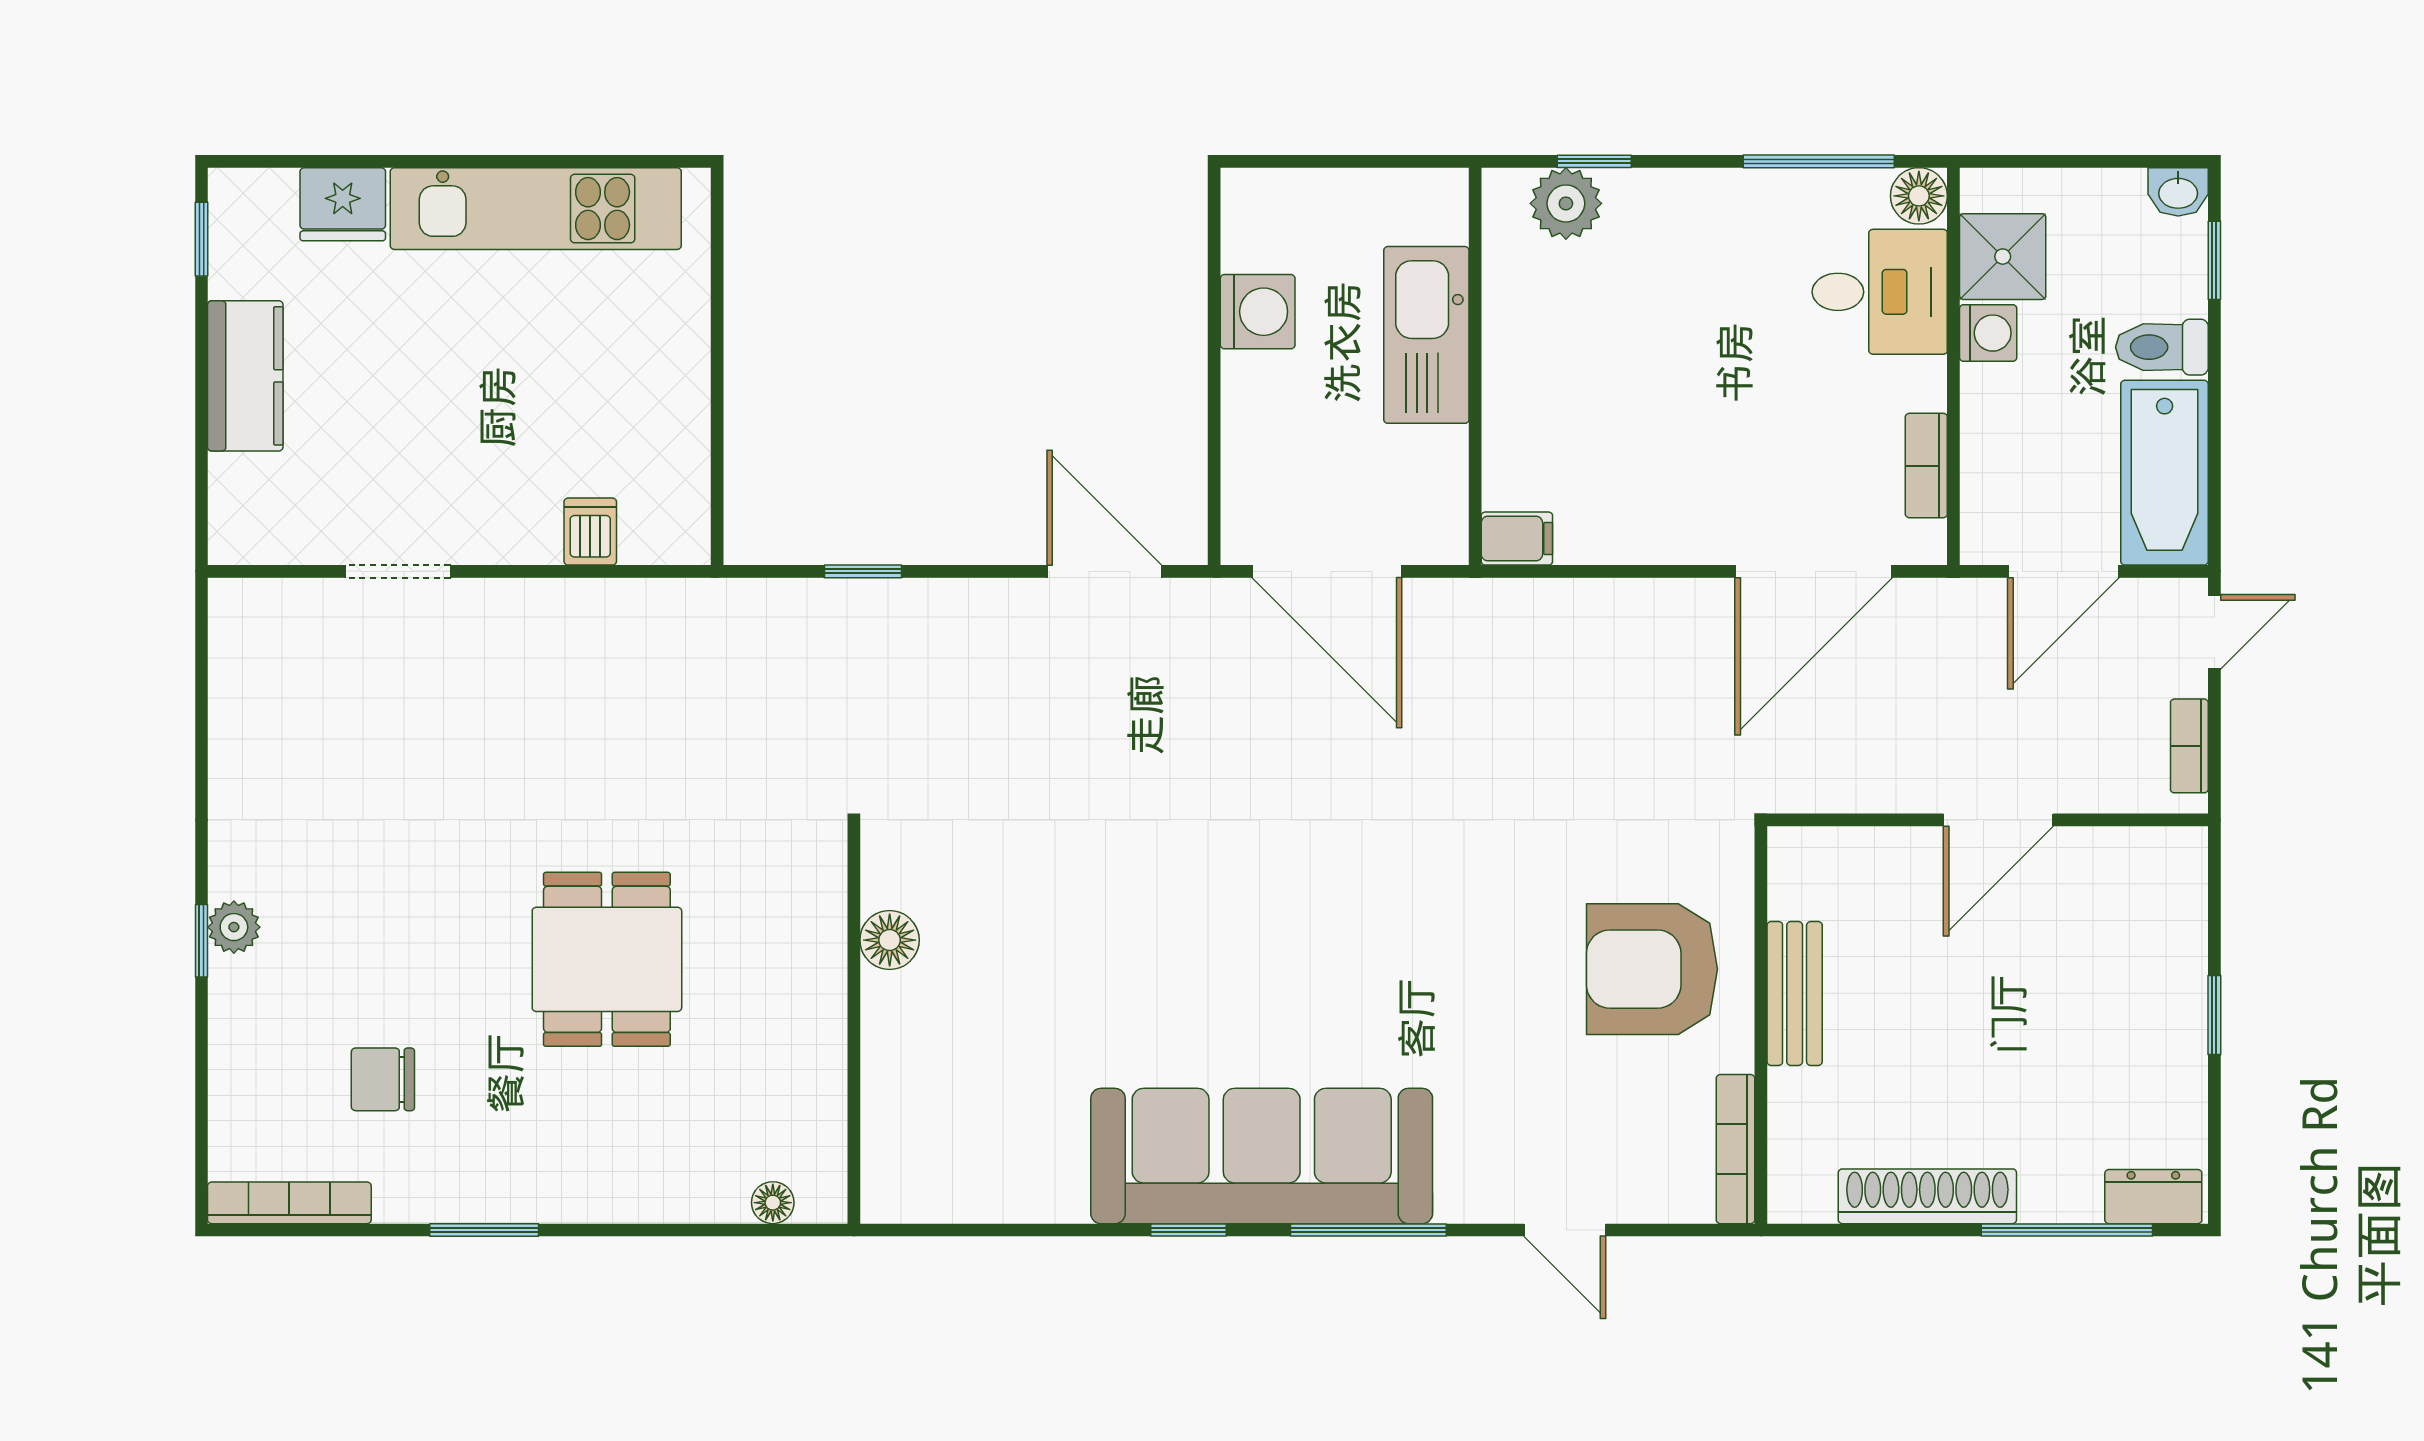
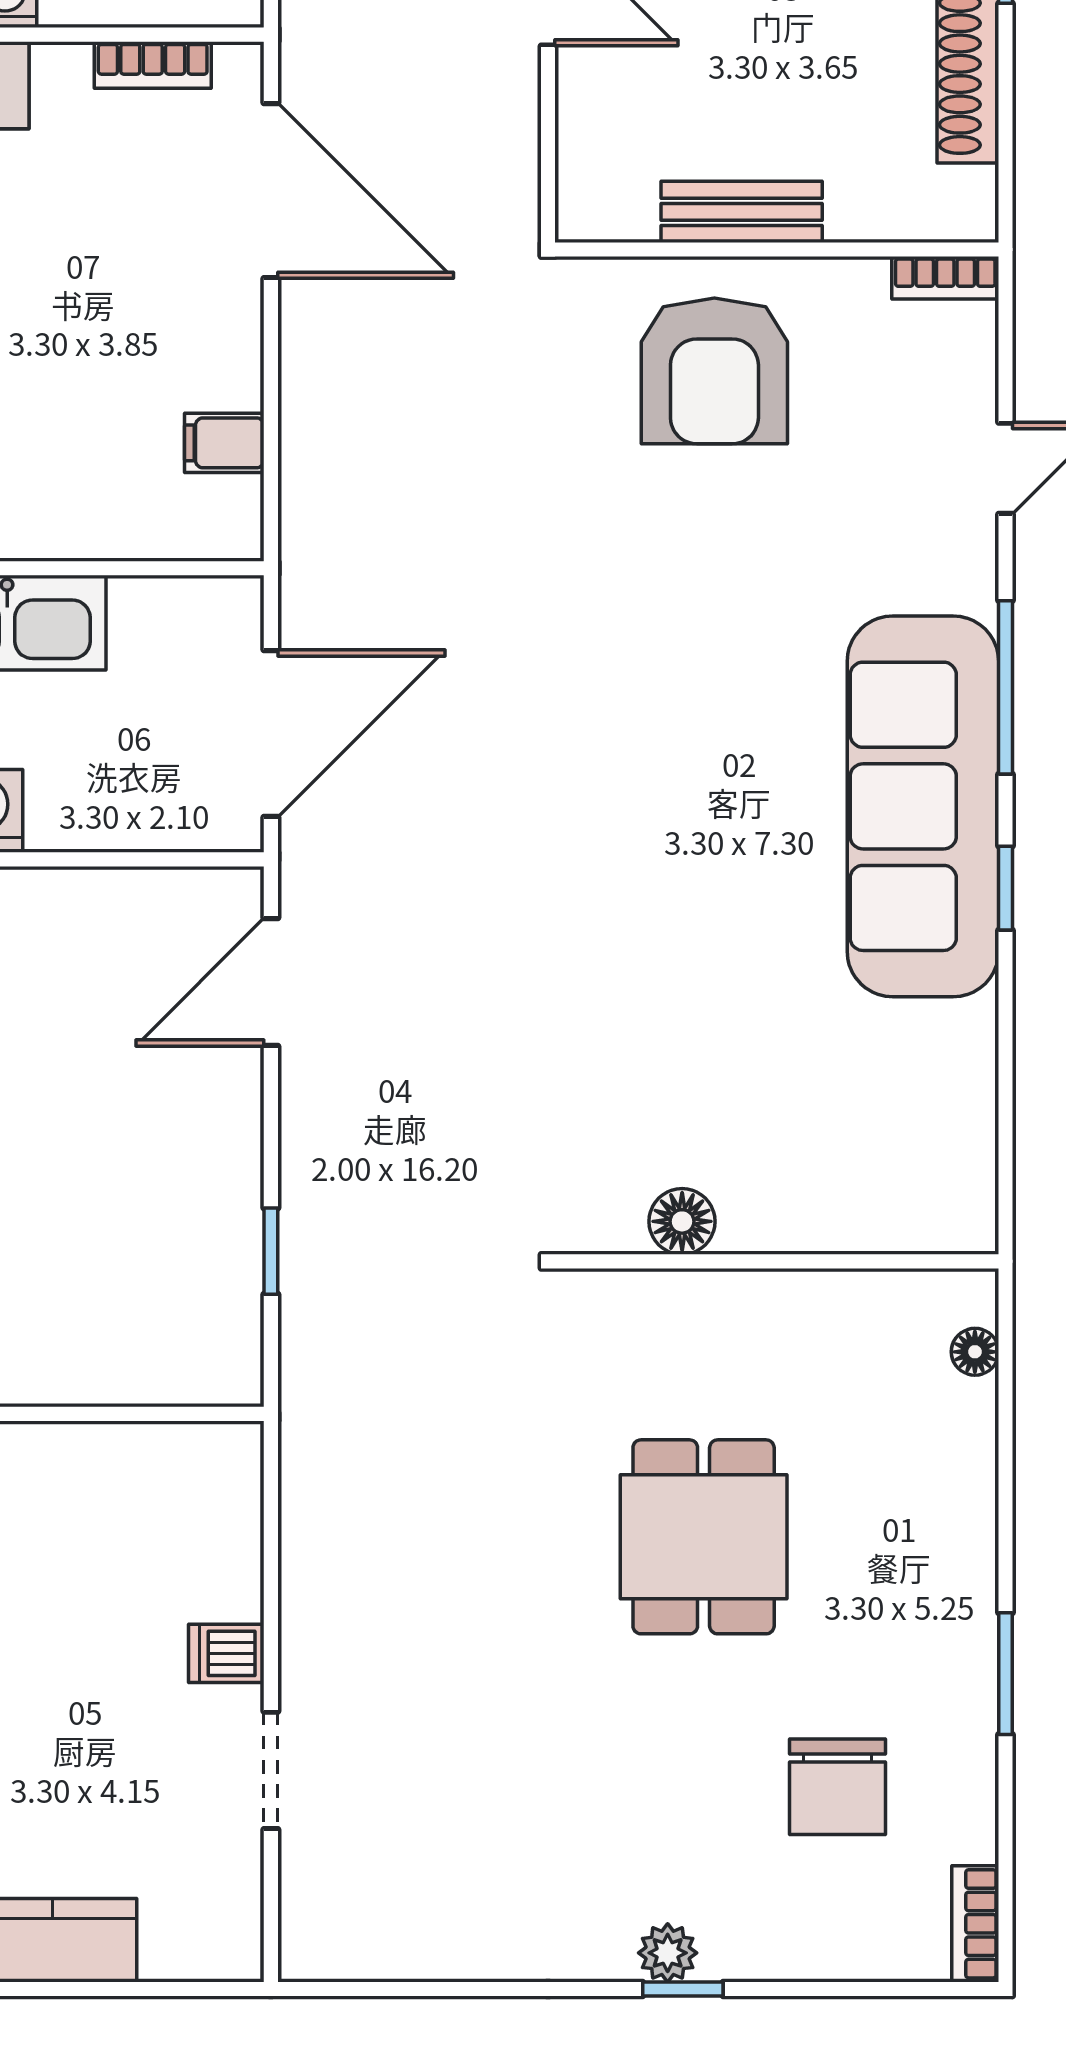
dishwasher: (590, 532) -> (226, 1653), moved
filing cabinet: (1517, 539) -> (224, 443), moved, turned -90
dining table: (607, 959) -> (704, 1537), turned 90
chair: (383, 1079) -> (837, 1787), width x1.37, depth x1.37
bookcase: (1736, 1149) -> (945, 278), width x0.64
bookcase: (289, 1203) -> (975, 1924), width x0.64

